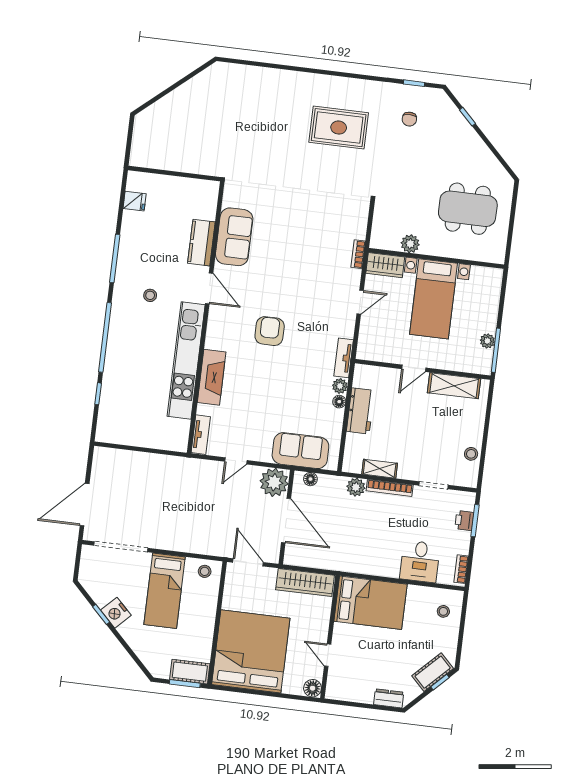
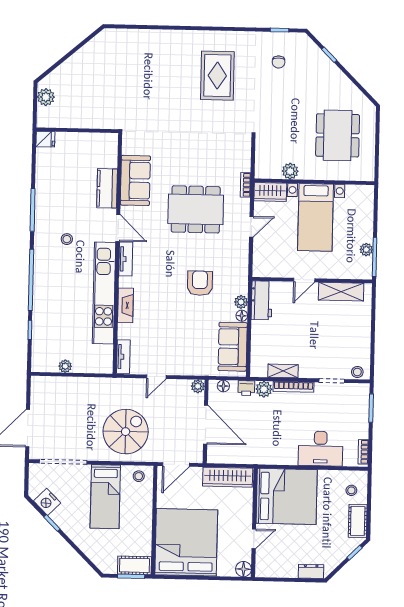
rug: (339, 128) -> (217, 76), turned 90
plant: (142, 132) -> (46, 97), added
fridge: (135, 201) -> (45, 139), moved
dining table: (468, 209) -> (338, 135), turned 90
dining table: (299, 276) -> (196, 209), added
armchair: (270, 331) -> (200, 283), moved
tv unit: (344, 358) -> (126, 259), moved, turned 180
fireplace: (212, 377) -> (126, 305), width x0.73, depth x0.76
workbench: (360, 411) -> (262, 300), moved
plant: (134, 439) -> (65, 366), added
sofa: (300, 451) -> (233, 347), moved, turned -90
stool: (471, 454) -> (357, 372), moved
plant: (274, 482) -> (198, 386), width x0.53, depth x0.53
spiral stairs: (195, 519) -> (126, 432), added
printer: (464, 520) -> (246, 388), moved, turned -90
desk: (420, 561) -> (320, 449), width x1.37
door: (248, 562) -> (176, 464), swing flipped
bed: (370, 603) -> (287, 496), width x1.36
nightstand: (116, 613) -> (47, 502), moved
door: (328, 655) -> (254, 539), swing flipped
cot: (433, 672) -> (358, 521), moved, turned -45

